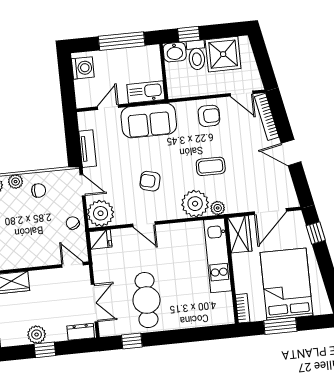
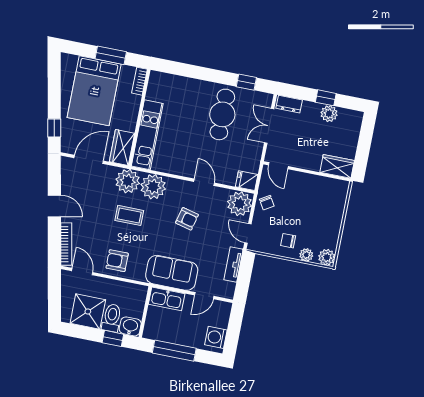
plant: (218, 208) -> (128, 181), width x1.87, depth x1.87

